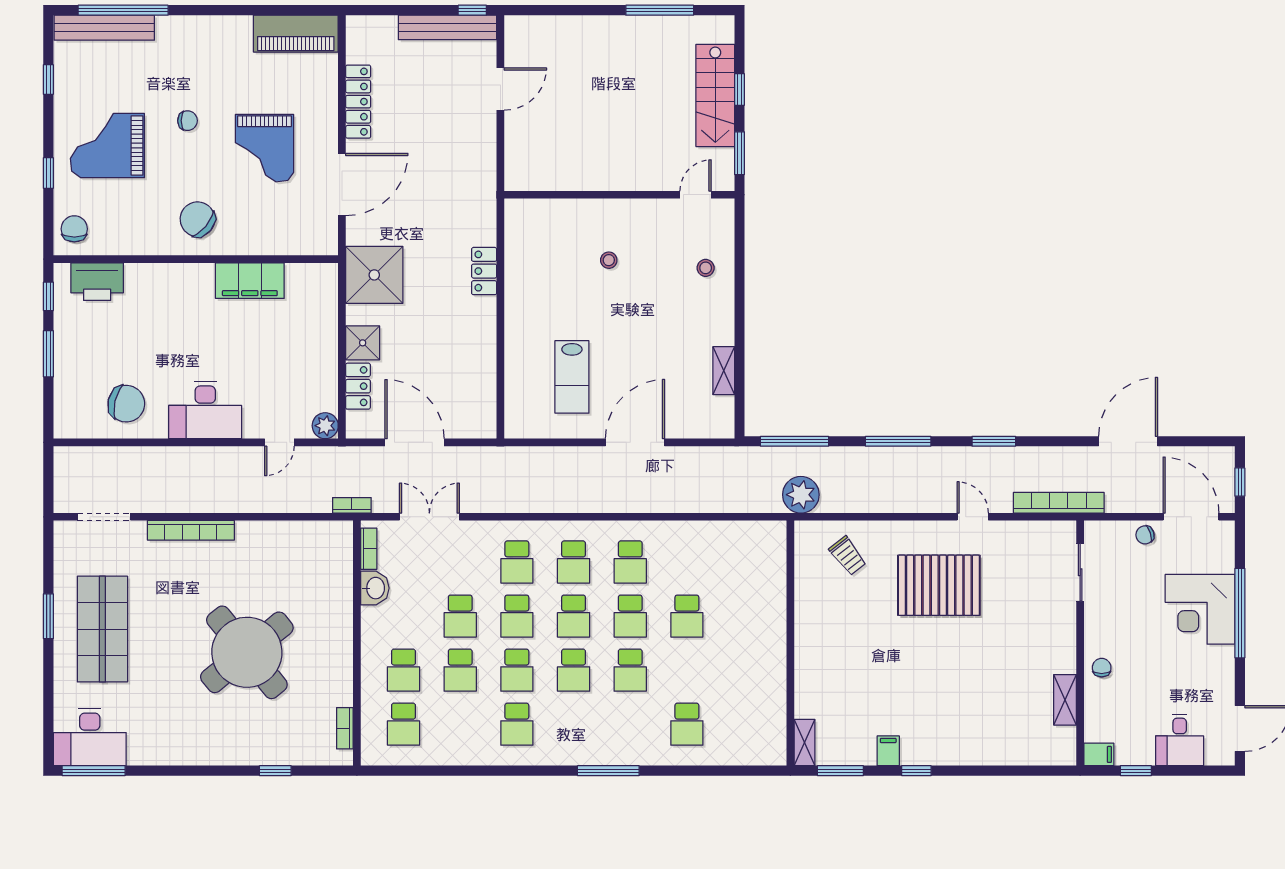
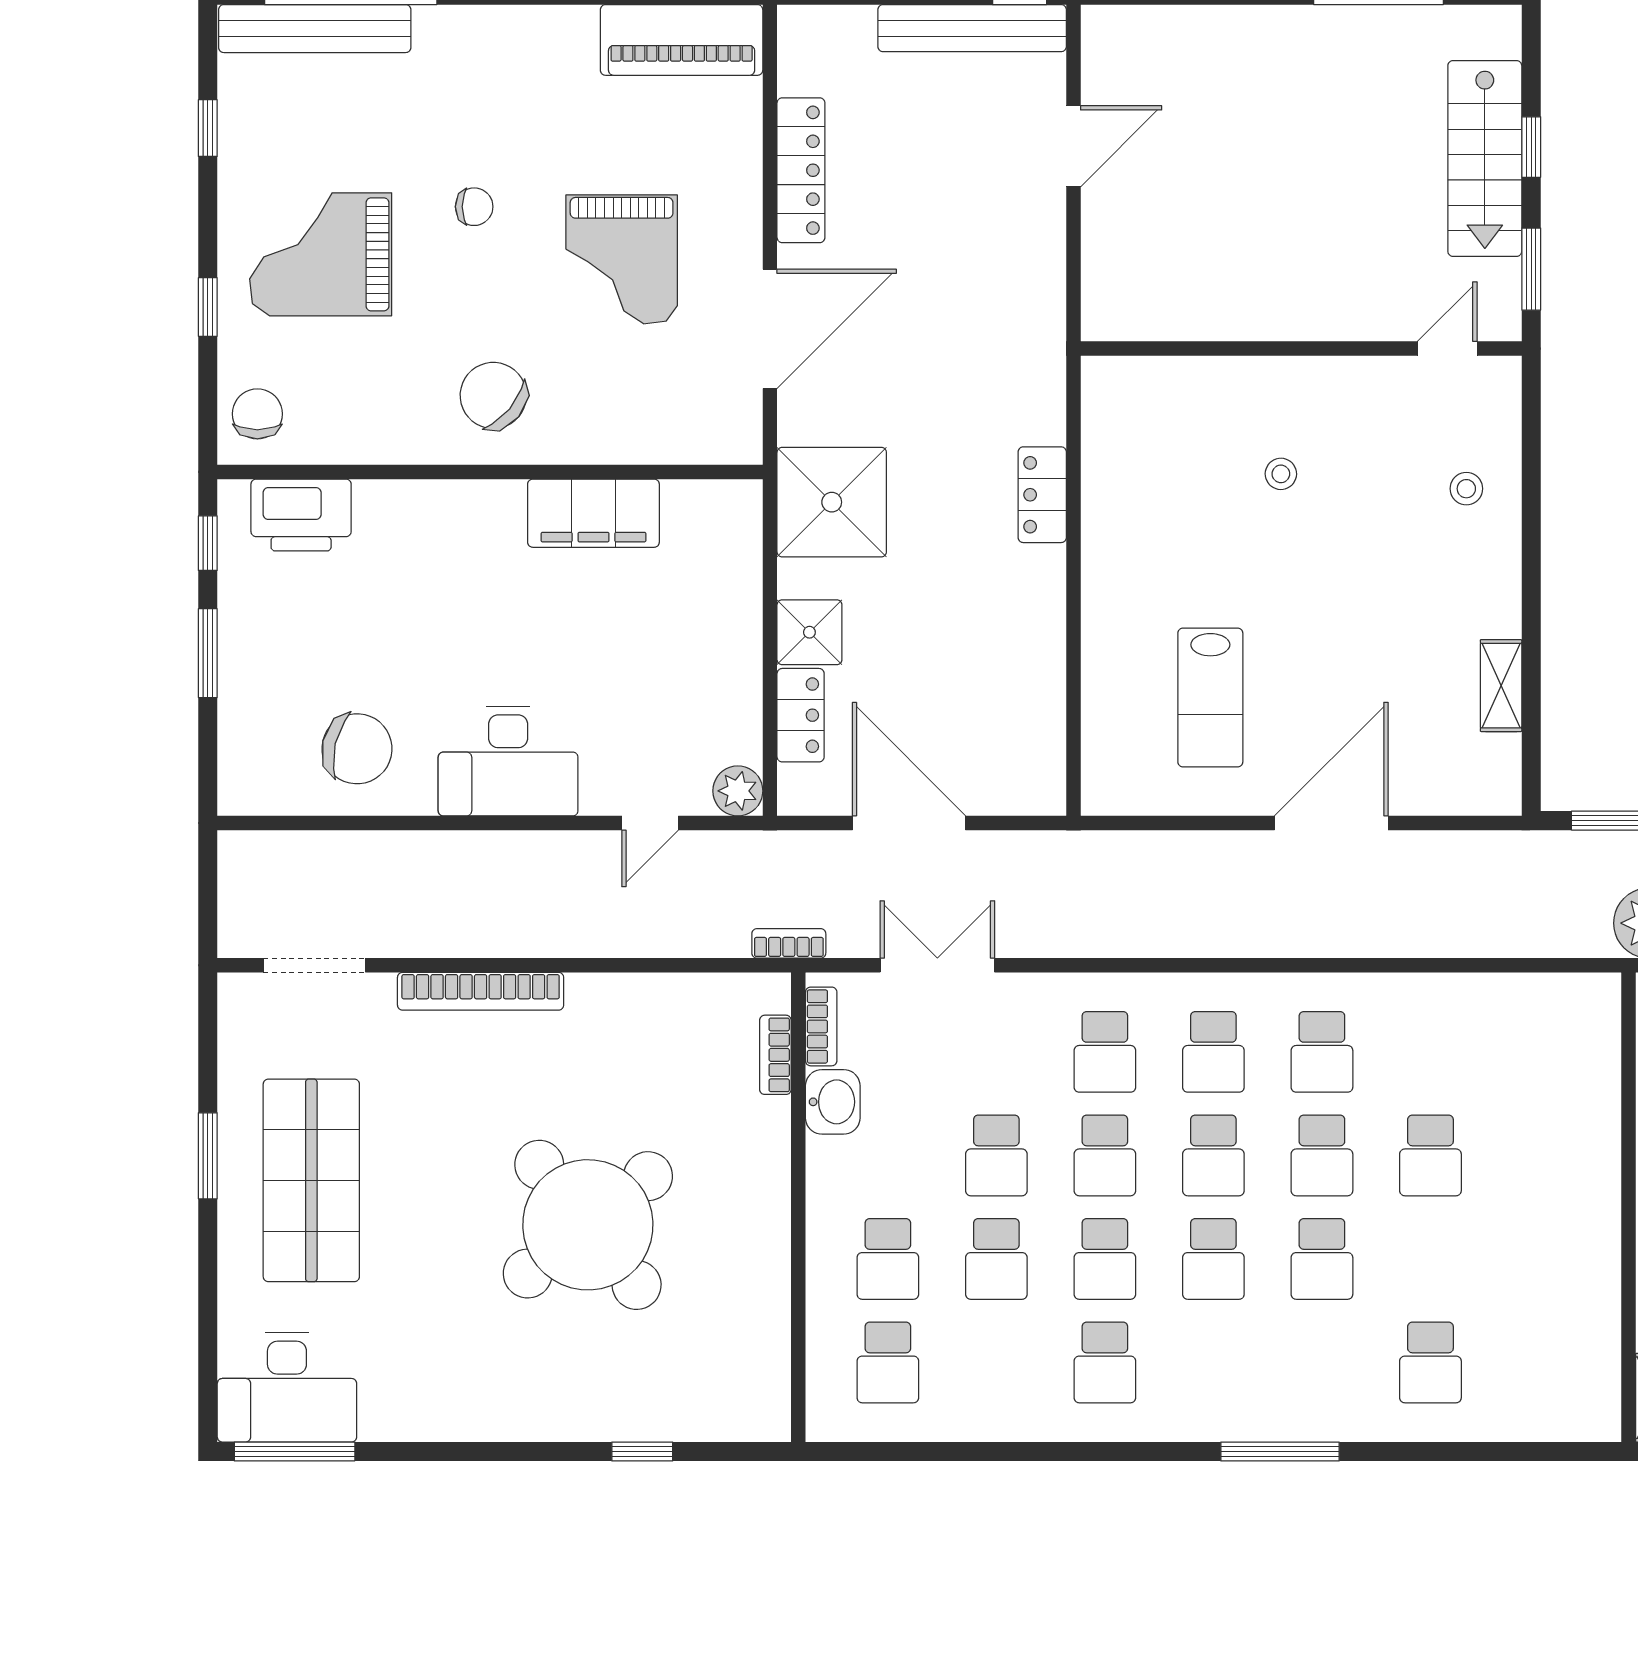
bookcase: (345, 728) -> (775, 1055), moved

